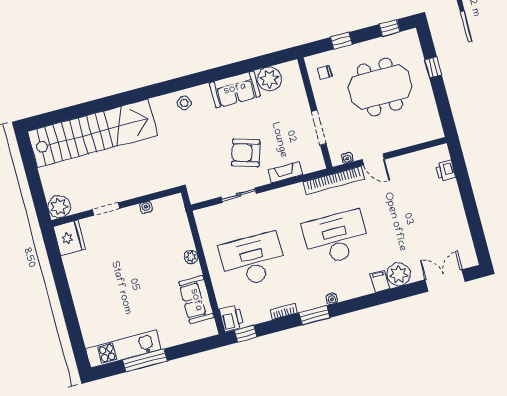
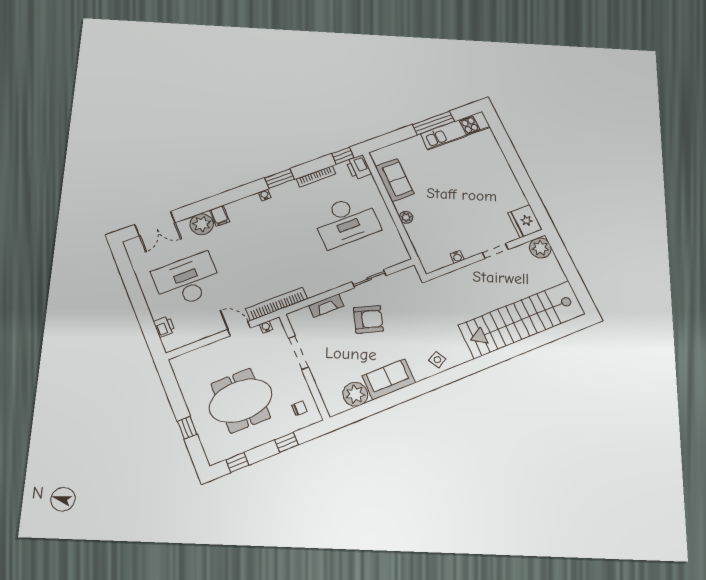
desk: (336, 238) -> (187, 281), moved, turned 180
bookcase: (284, 312) -> (316, 176), width x1.56

